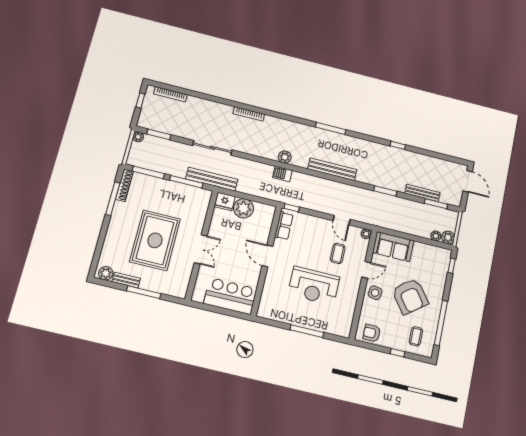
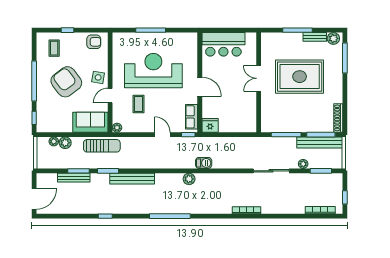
window: (331, 128) -> (170, 216), width x1.46
plant: (138, 137) -> (303, 164), moved
plant: (285, 157) -> (189, 179), moved
bench: (332, 169) -> (132, 179), moved
bench: (212, 179) -> (320, 143), moved
door: (468, 181) -> (34, 199), swing flipped
window: (113, 199) -> (345, 58), moved
fridge: (225, 202) -> (210, 125), moved
window: (436, 204) -> (78, 171), moved
plant: (243, 208) -> (231, 123), removed
sun lounger: (386, 219) -> (102, 146), added
door: (342, 220) -> (162, 135), moved
plant: (448, 237) -> (65, 143), moved
rug: (155, 240) -> (300, 77), turned 90
reception desk: (314, 286) -> (153, 71), width x1.36, depth x1.30
window: (441, 323) -> (34, 81), moved

